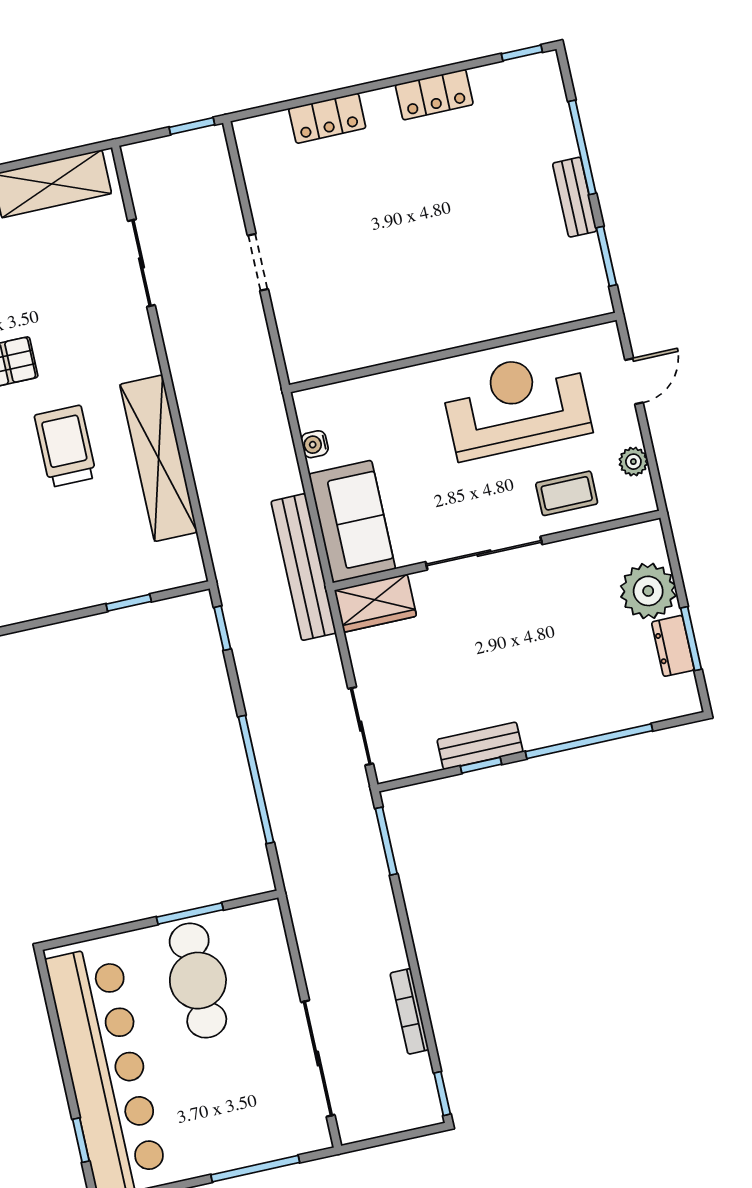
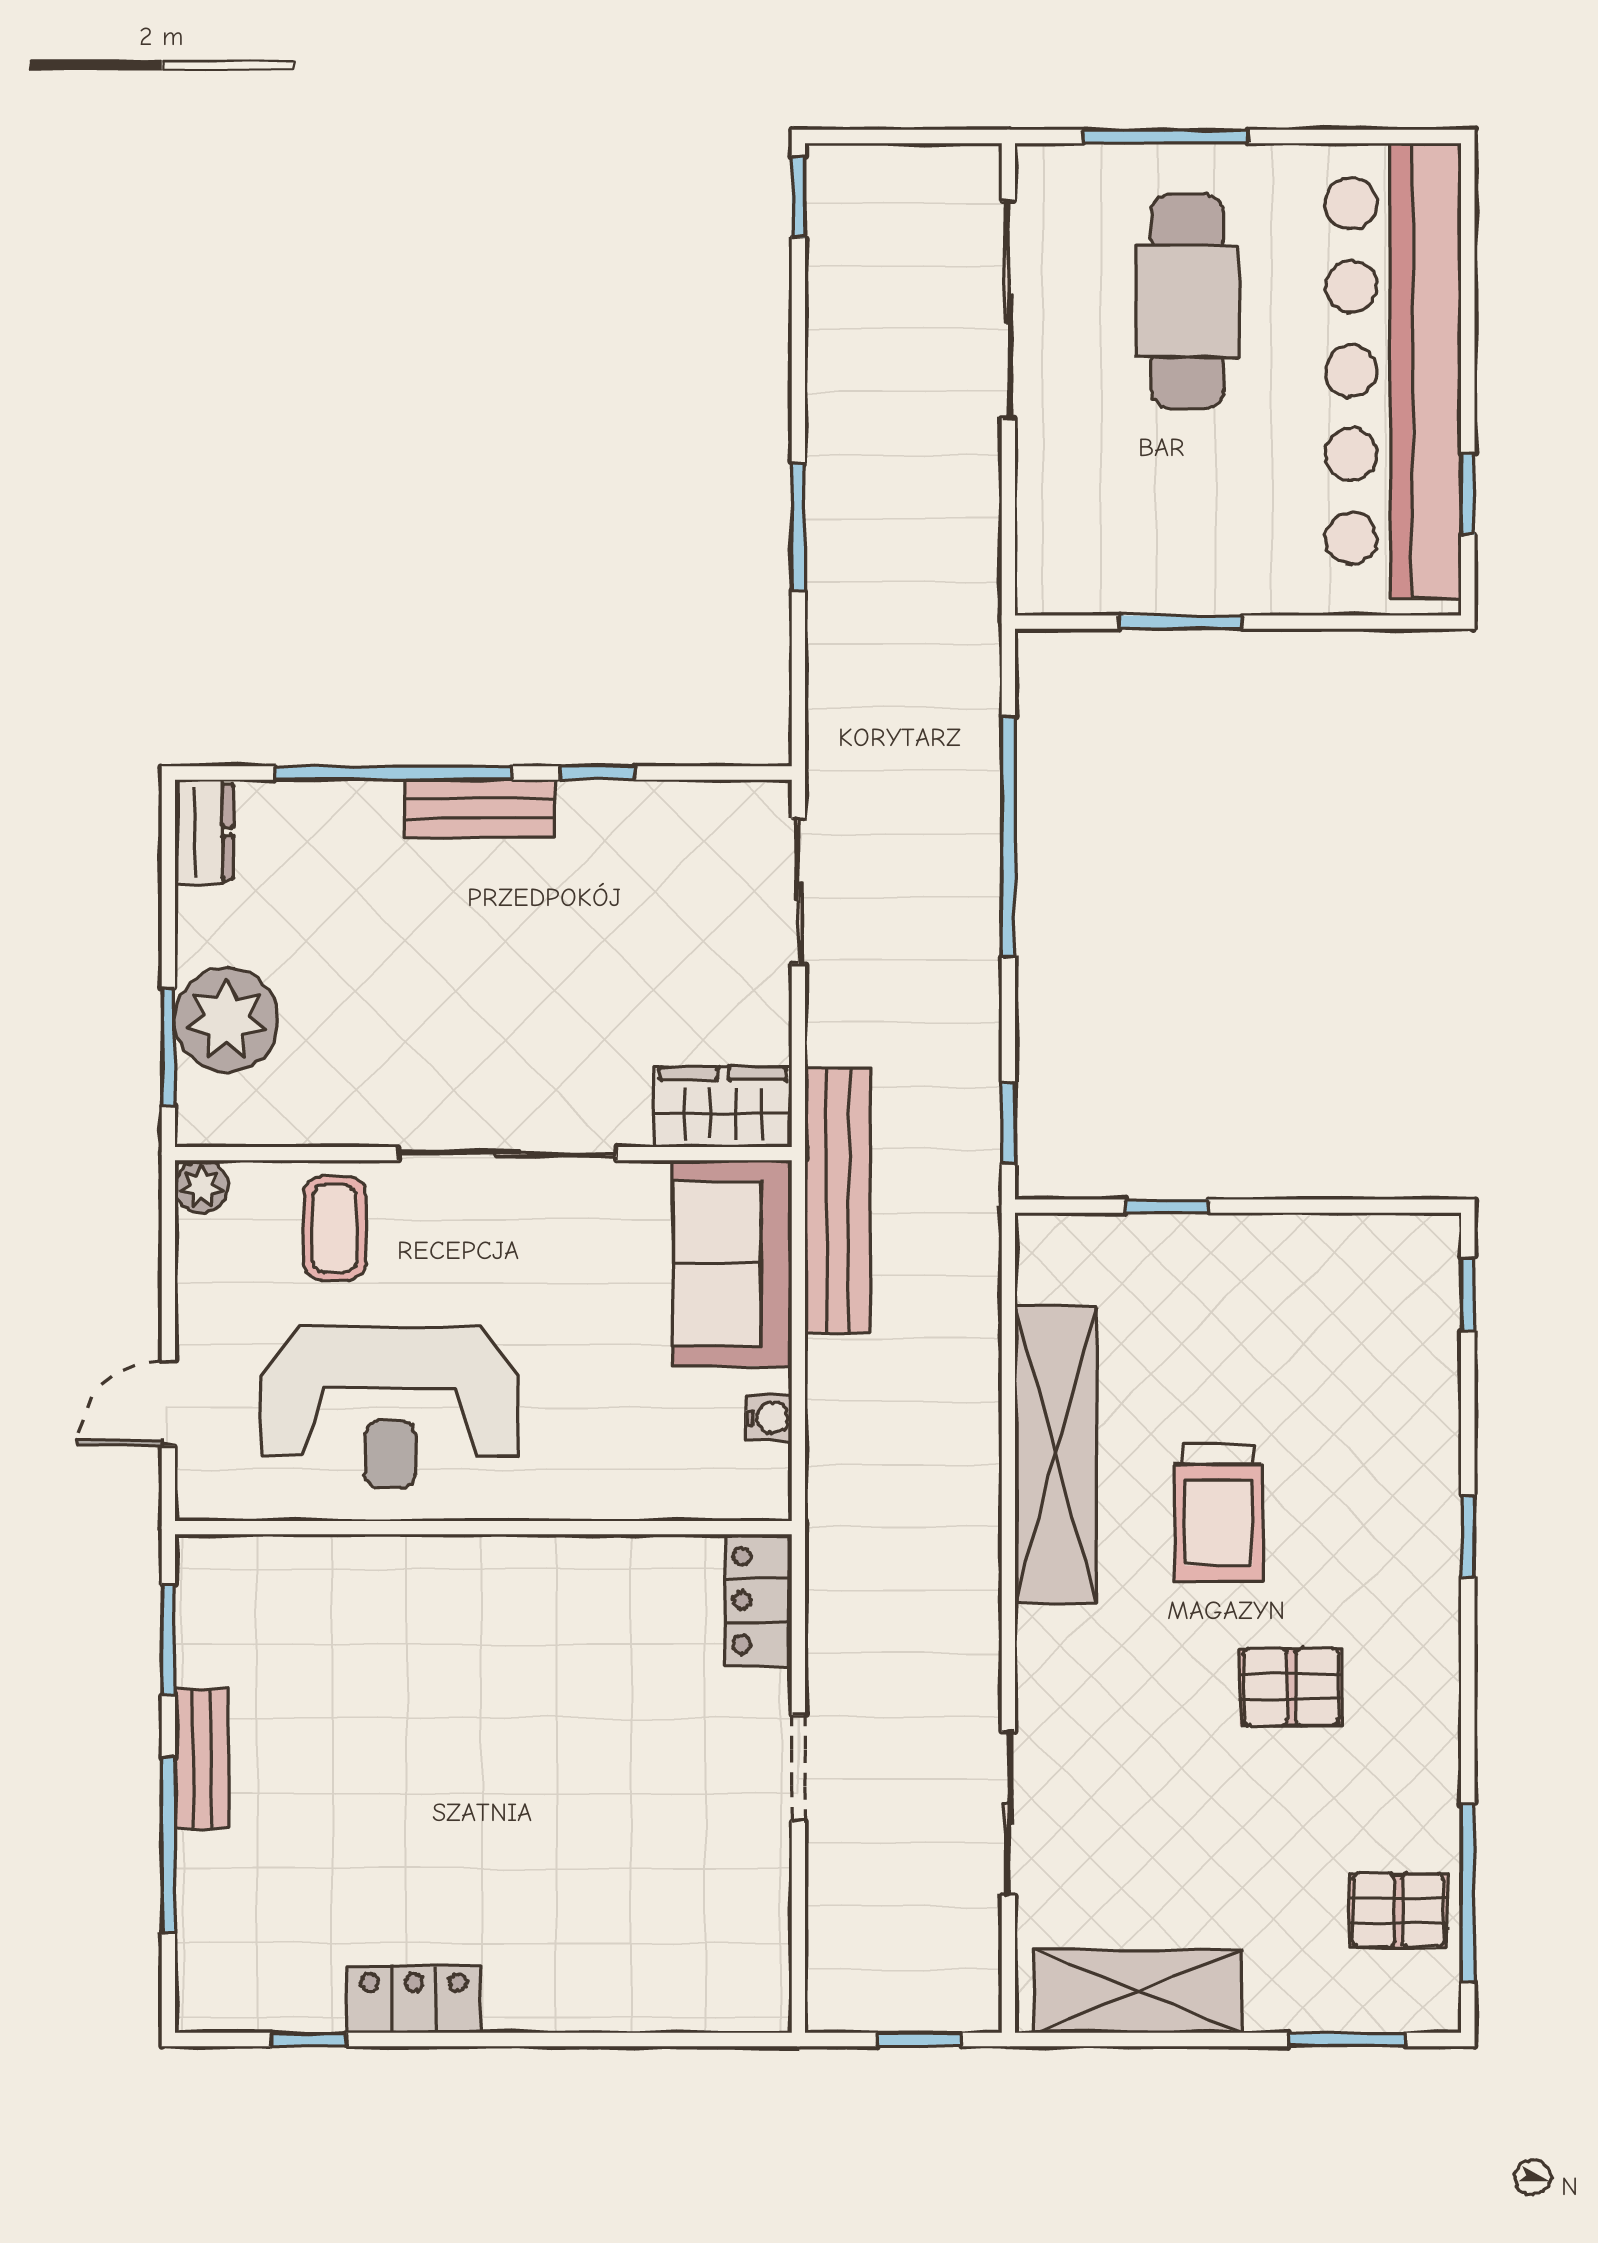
window: (522, 53) -> (309, 2040), moved
locker: (327, 118) -> (758, 1600), moved, turned -90
window: (192, 126) -> (919, 2040), moved
plant: (633, 462) -> (202, 1187), moved
coffee table: (567, 493) -> (335, 1228), turned 90
window: (691, 639) -> (168, 1047), moved
dresser: (673, 646) -> (204, 831), moved
bench: (480, 746) -> (479, 808), moved
window: (386, 841) -> (798, 527), moved
cafe table: (198, 981) -> (1187, 301), moved
bookcase: (409, 1011) -> (825, 358), removed
window: (81, 1140) -> (1468, 494), moved

